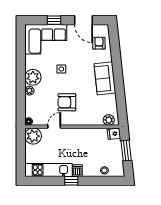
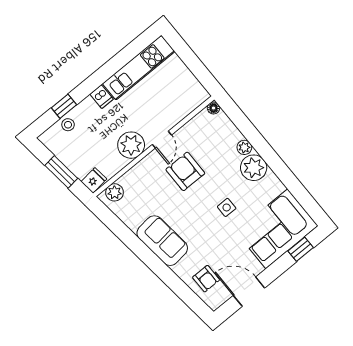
window: (54, 20) -> (301, 249), moved
armchair: (67, 102) -> (185, 171), turned -90
door: (54, 127) -> (162, 140), moved
plant: (33, 136) -> (131, 145), moved
window: (71, 181) -> (64, 106), moved

